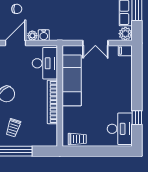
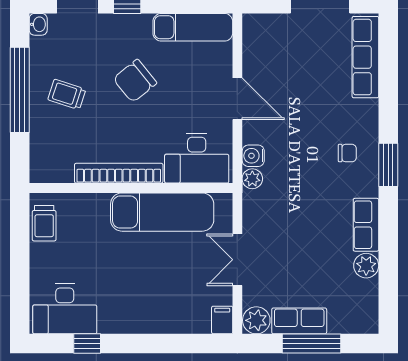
chair: (17, 9) -> (306, 101), removed
plant: (32, 36) -> (252, 179), moved

